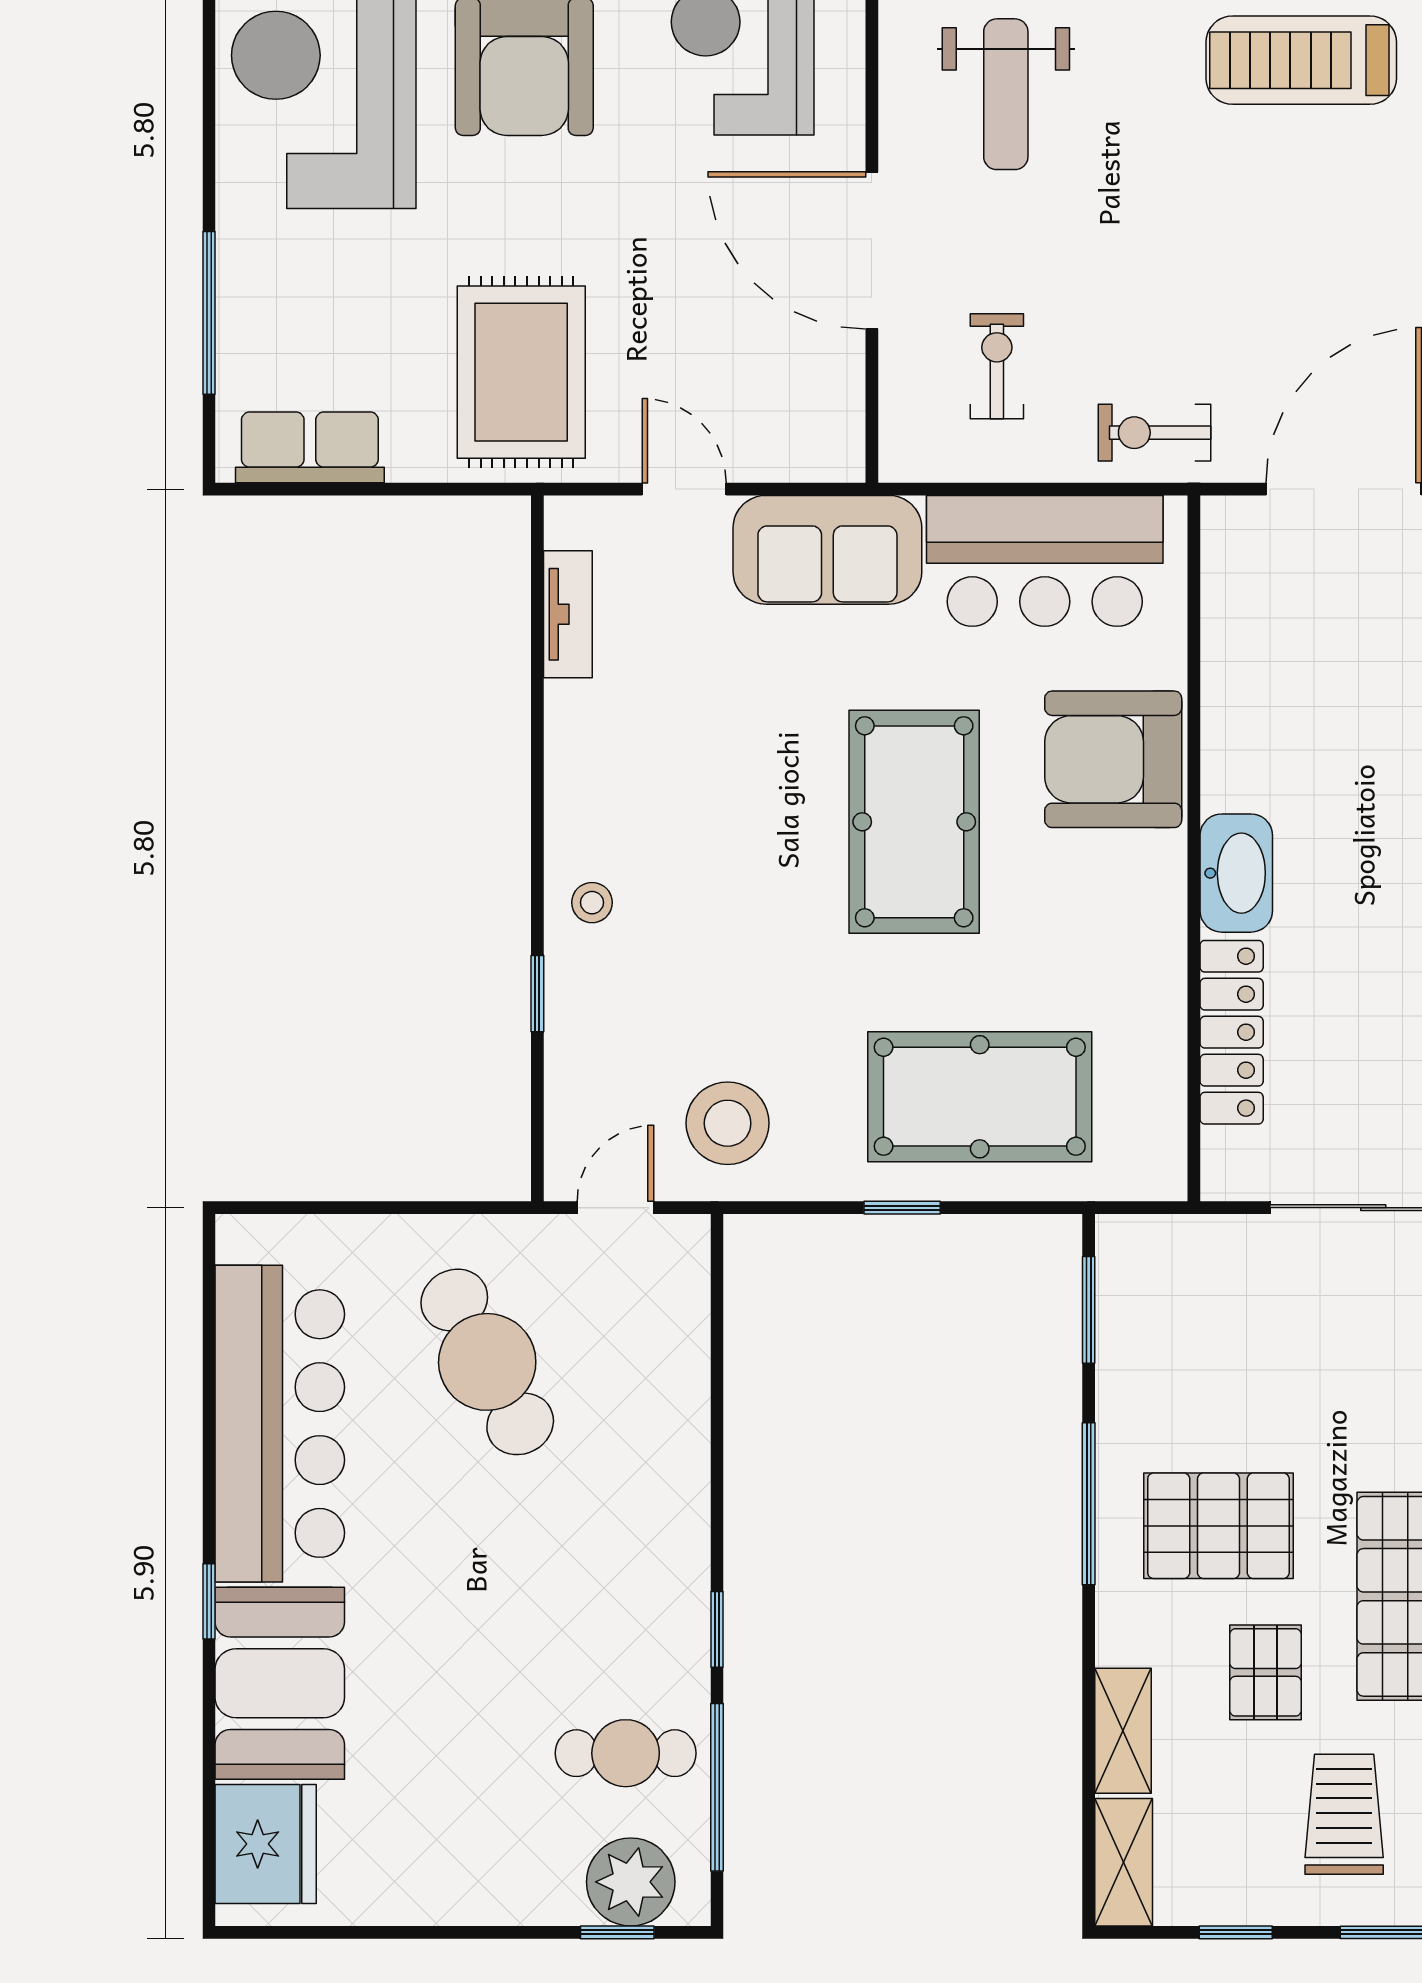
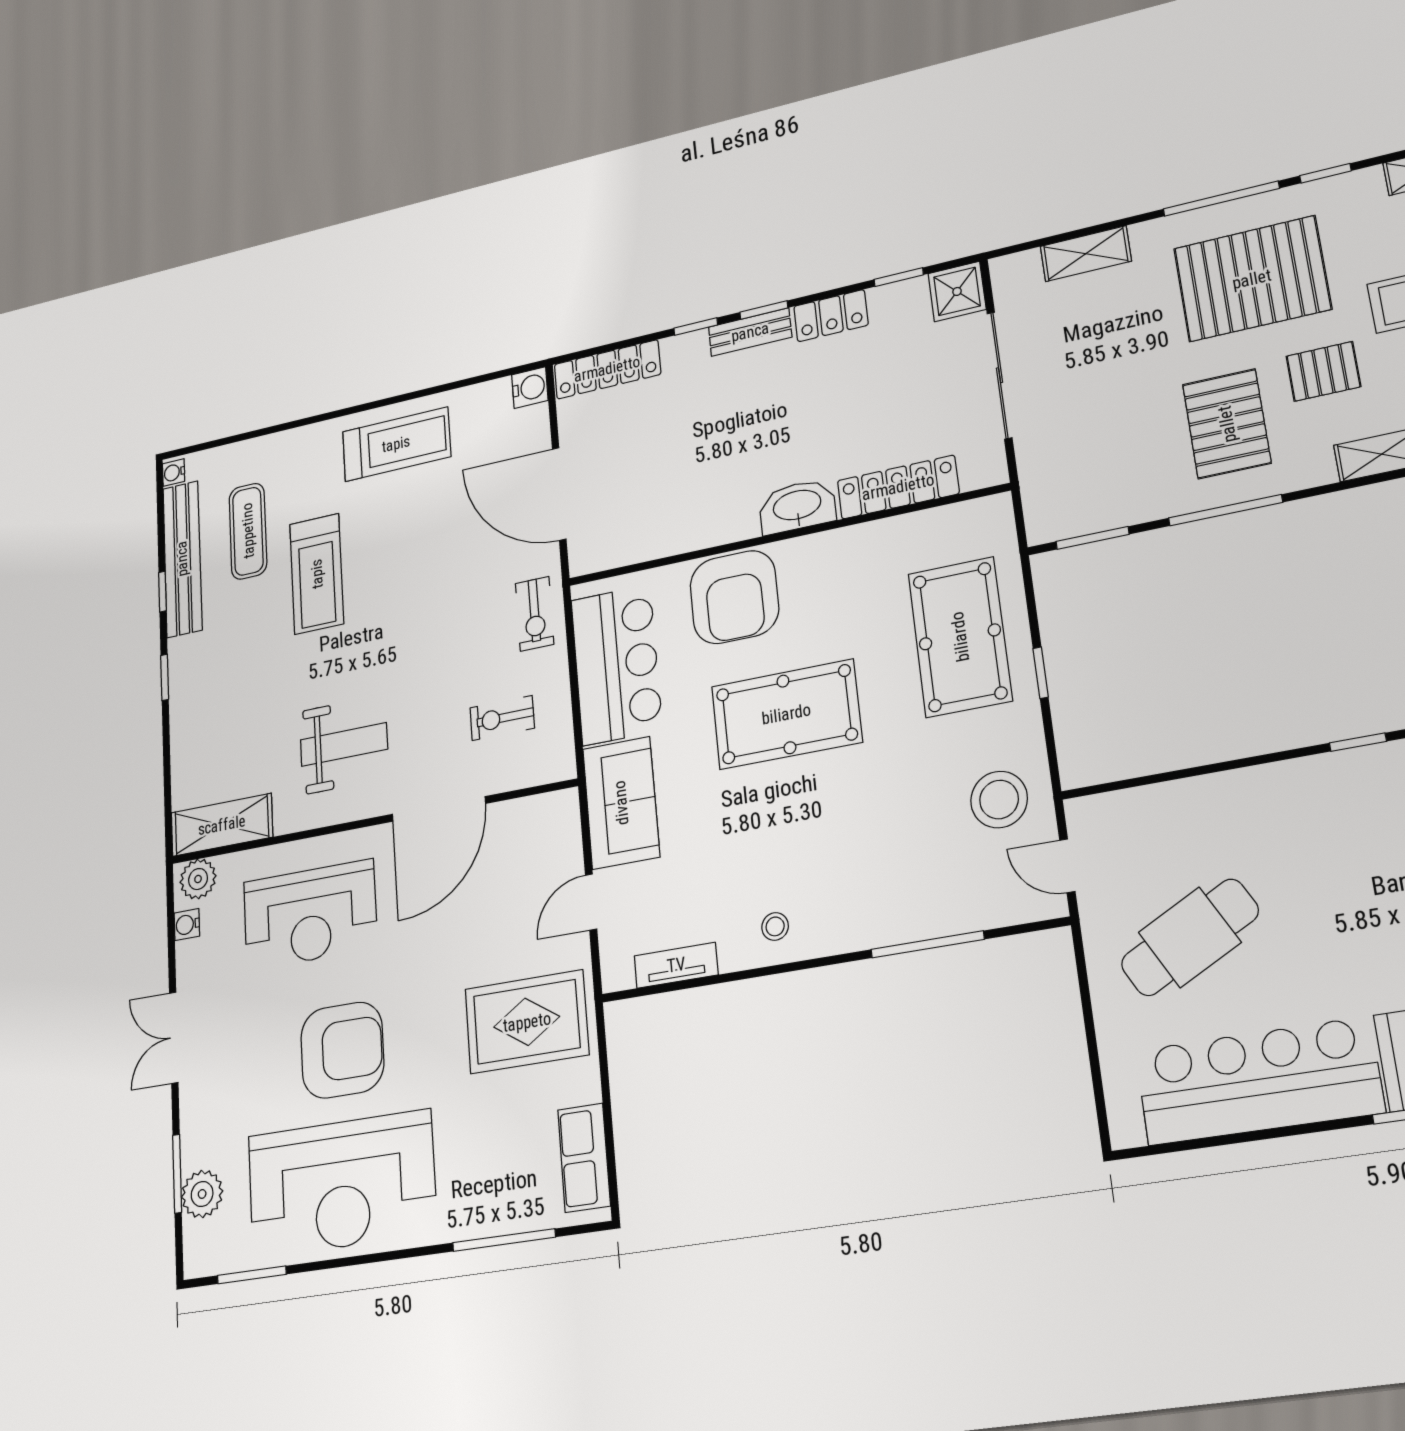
stool: (592, 903) -> (775, 926), moved
window: (537, 994) -> (927, 944), width x2.17

